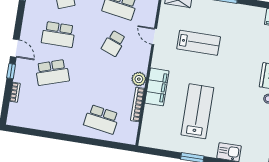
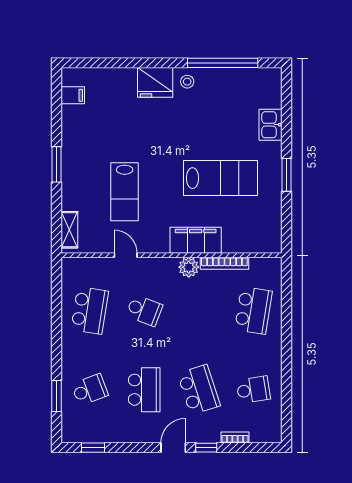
door: (154, 36) -> (126, 255), swing flipped
lab bench: (199, 43) -> (125, 192), turned 180
school desk: (46, 110) -> (253, 390), added
lab bench: (197, 111) -> (221, 178), turned 180

